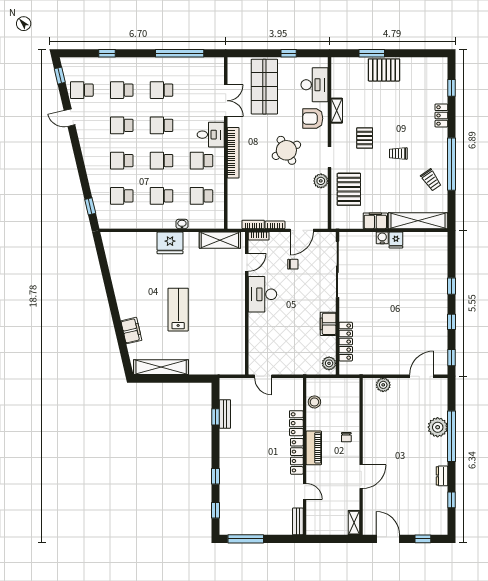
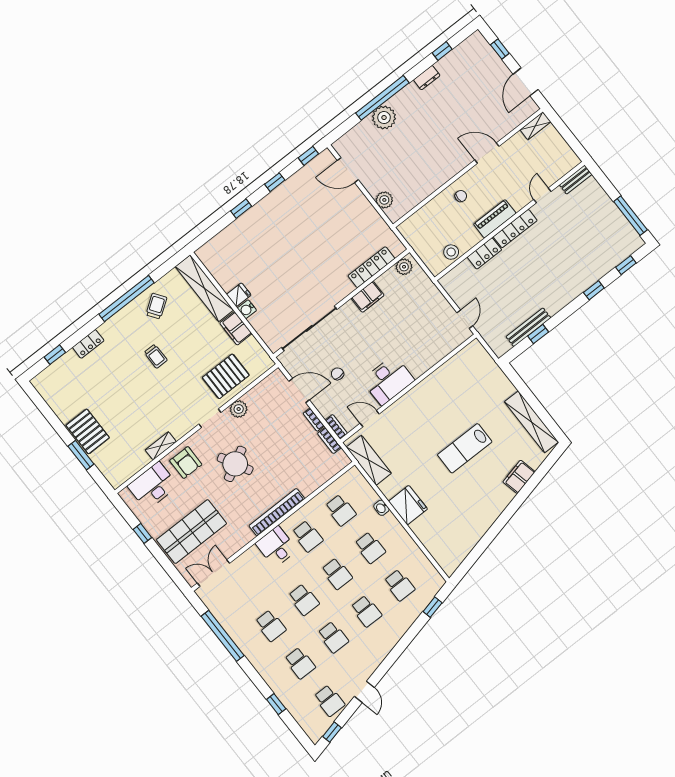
double door: (226, 101) -> (213, 573), moved
pallet: (365, 138) -> (166, 399), removed
bench: (225, 414) -> (528, 327), width x1.36

